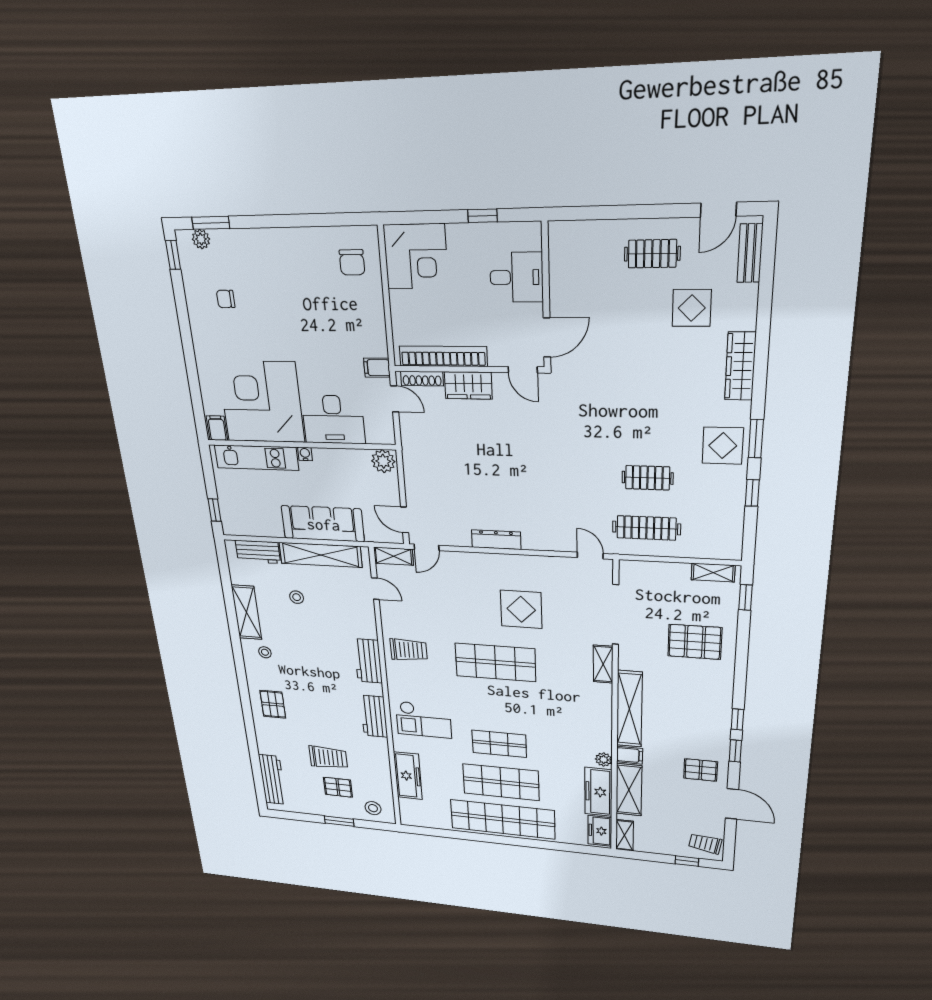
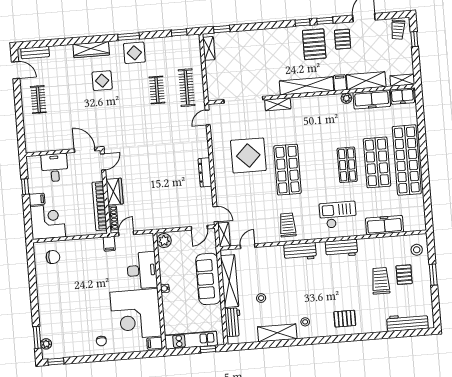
filing cabinet: (458, 238) -> (37, 199), added
chair: (226, 299) -> (101, 341), moved
display table: (692, 308) -> (102, 81), moved
kitchen unit: (256, 458) -> (191, 340), moved, turned -90
window: (752, 493) -> (179, 32), moved
display table: (521, 609) -> (248, 155), width x1.36, depth x1.36
pallet: (695, 642) -> (314, 44), moved
checkout: (423, 720) -> (338, 215), turned -90

